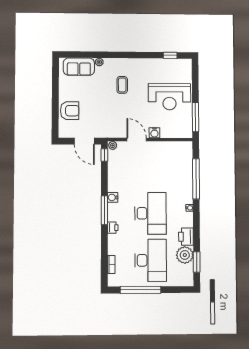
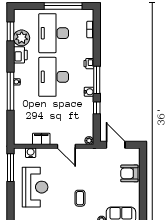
reception desk: (169, 97) -> (35, 187), turned 90
water cooler: (154, 133) -> (31, 153), moved
filing cabinet: (163, 147) -> (41, 139), added
window: (104, 155) -> (97, 108), moved
window: (196, 179) -> (10, 91), moved

